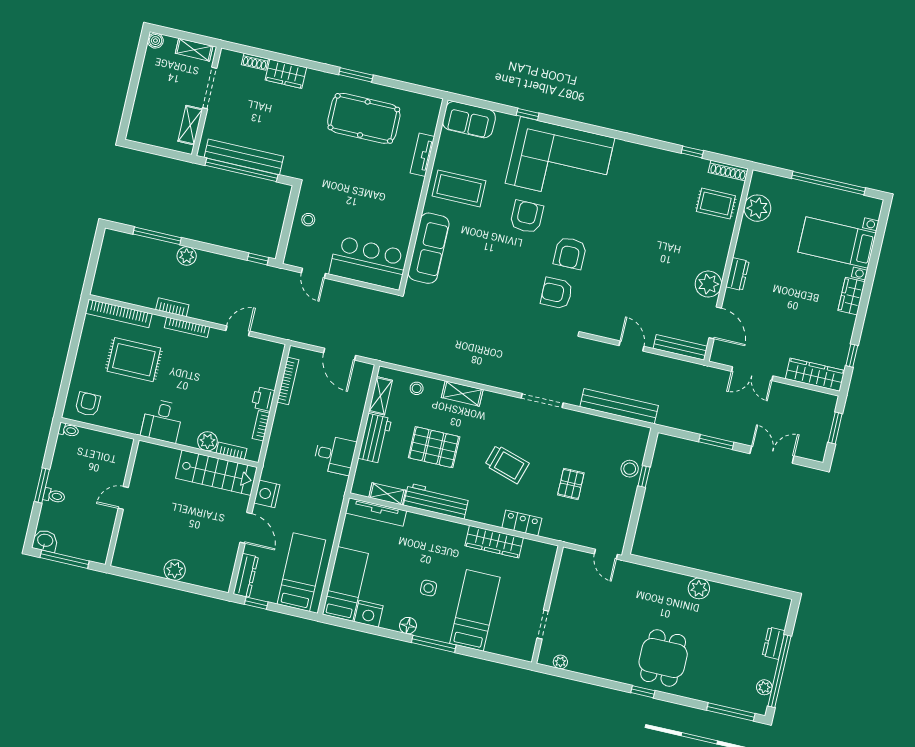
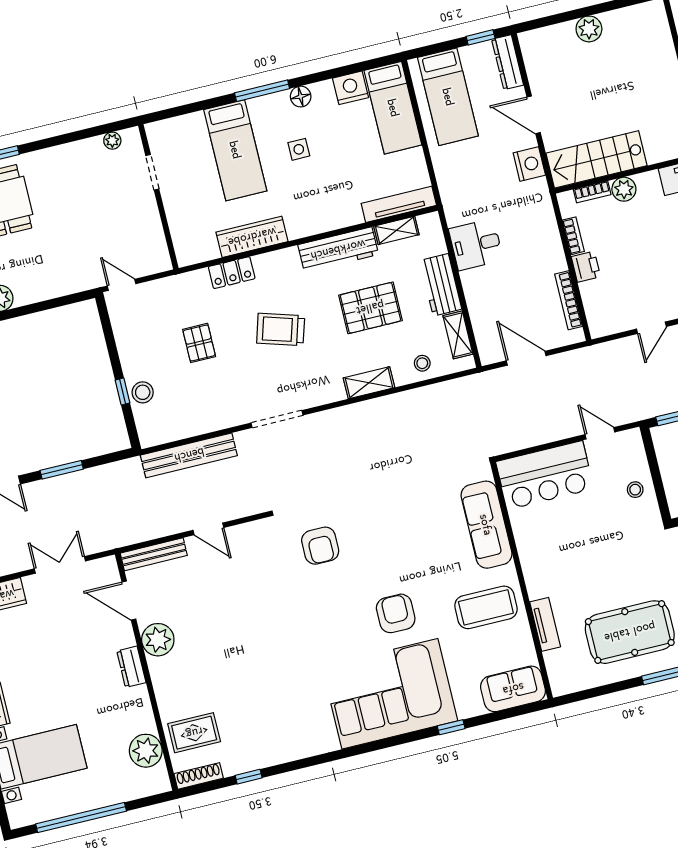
armchair: (527, 217) -> (396, 613), turned 180
armchair: (570, 253) -> (328, 597), removed
armchair: (557, 293) -> (320, 546), turned 90

